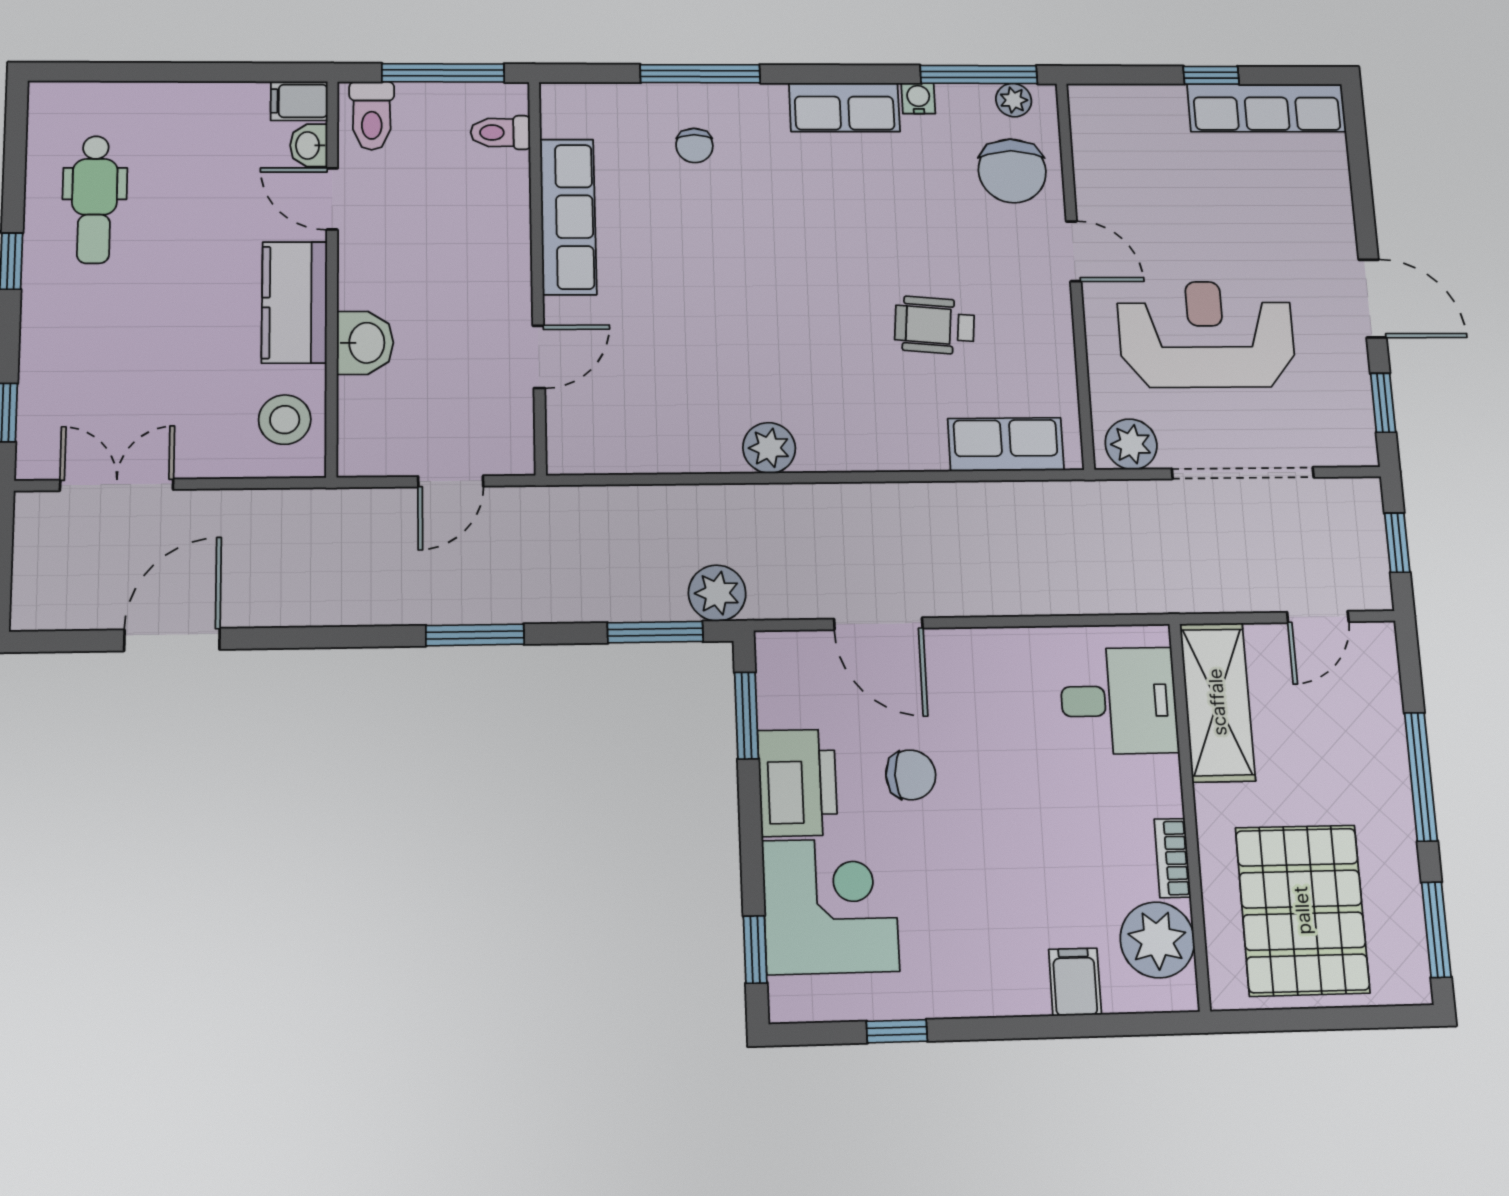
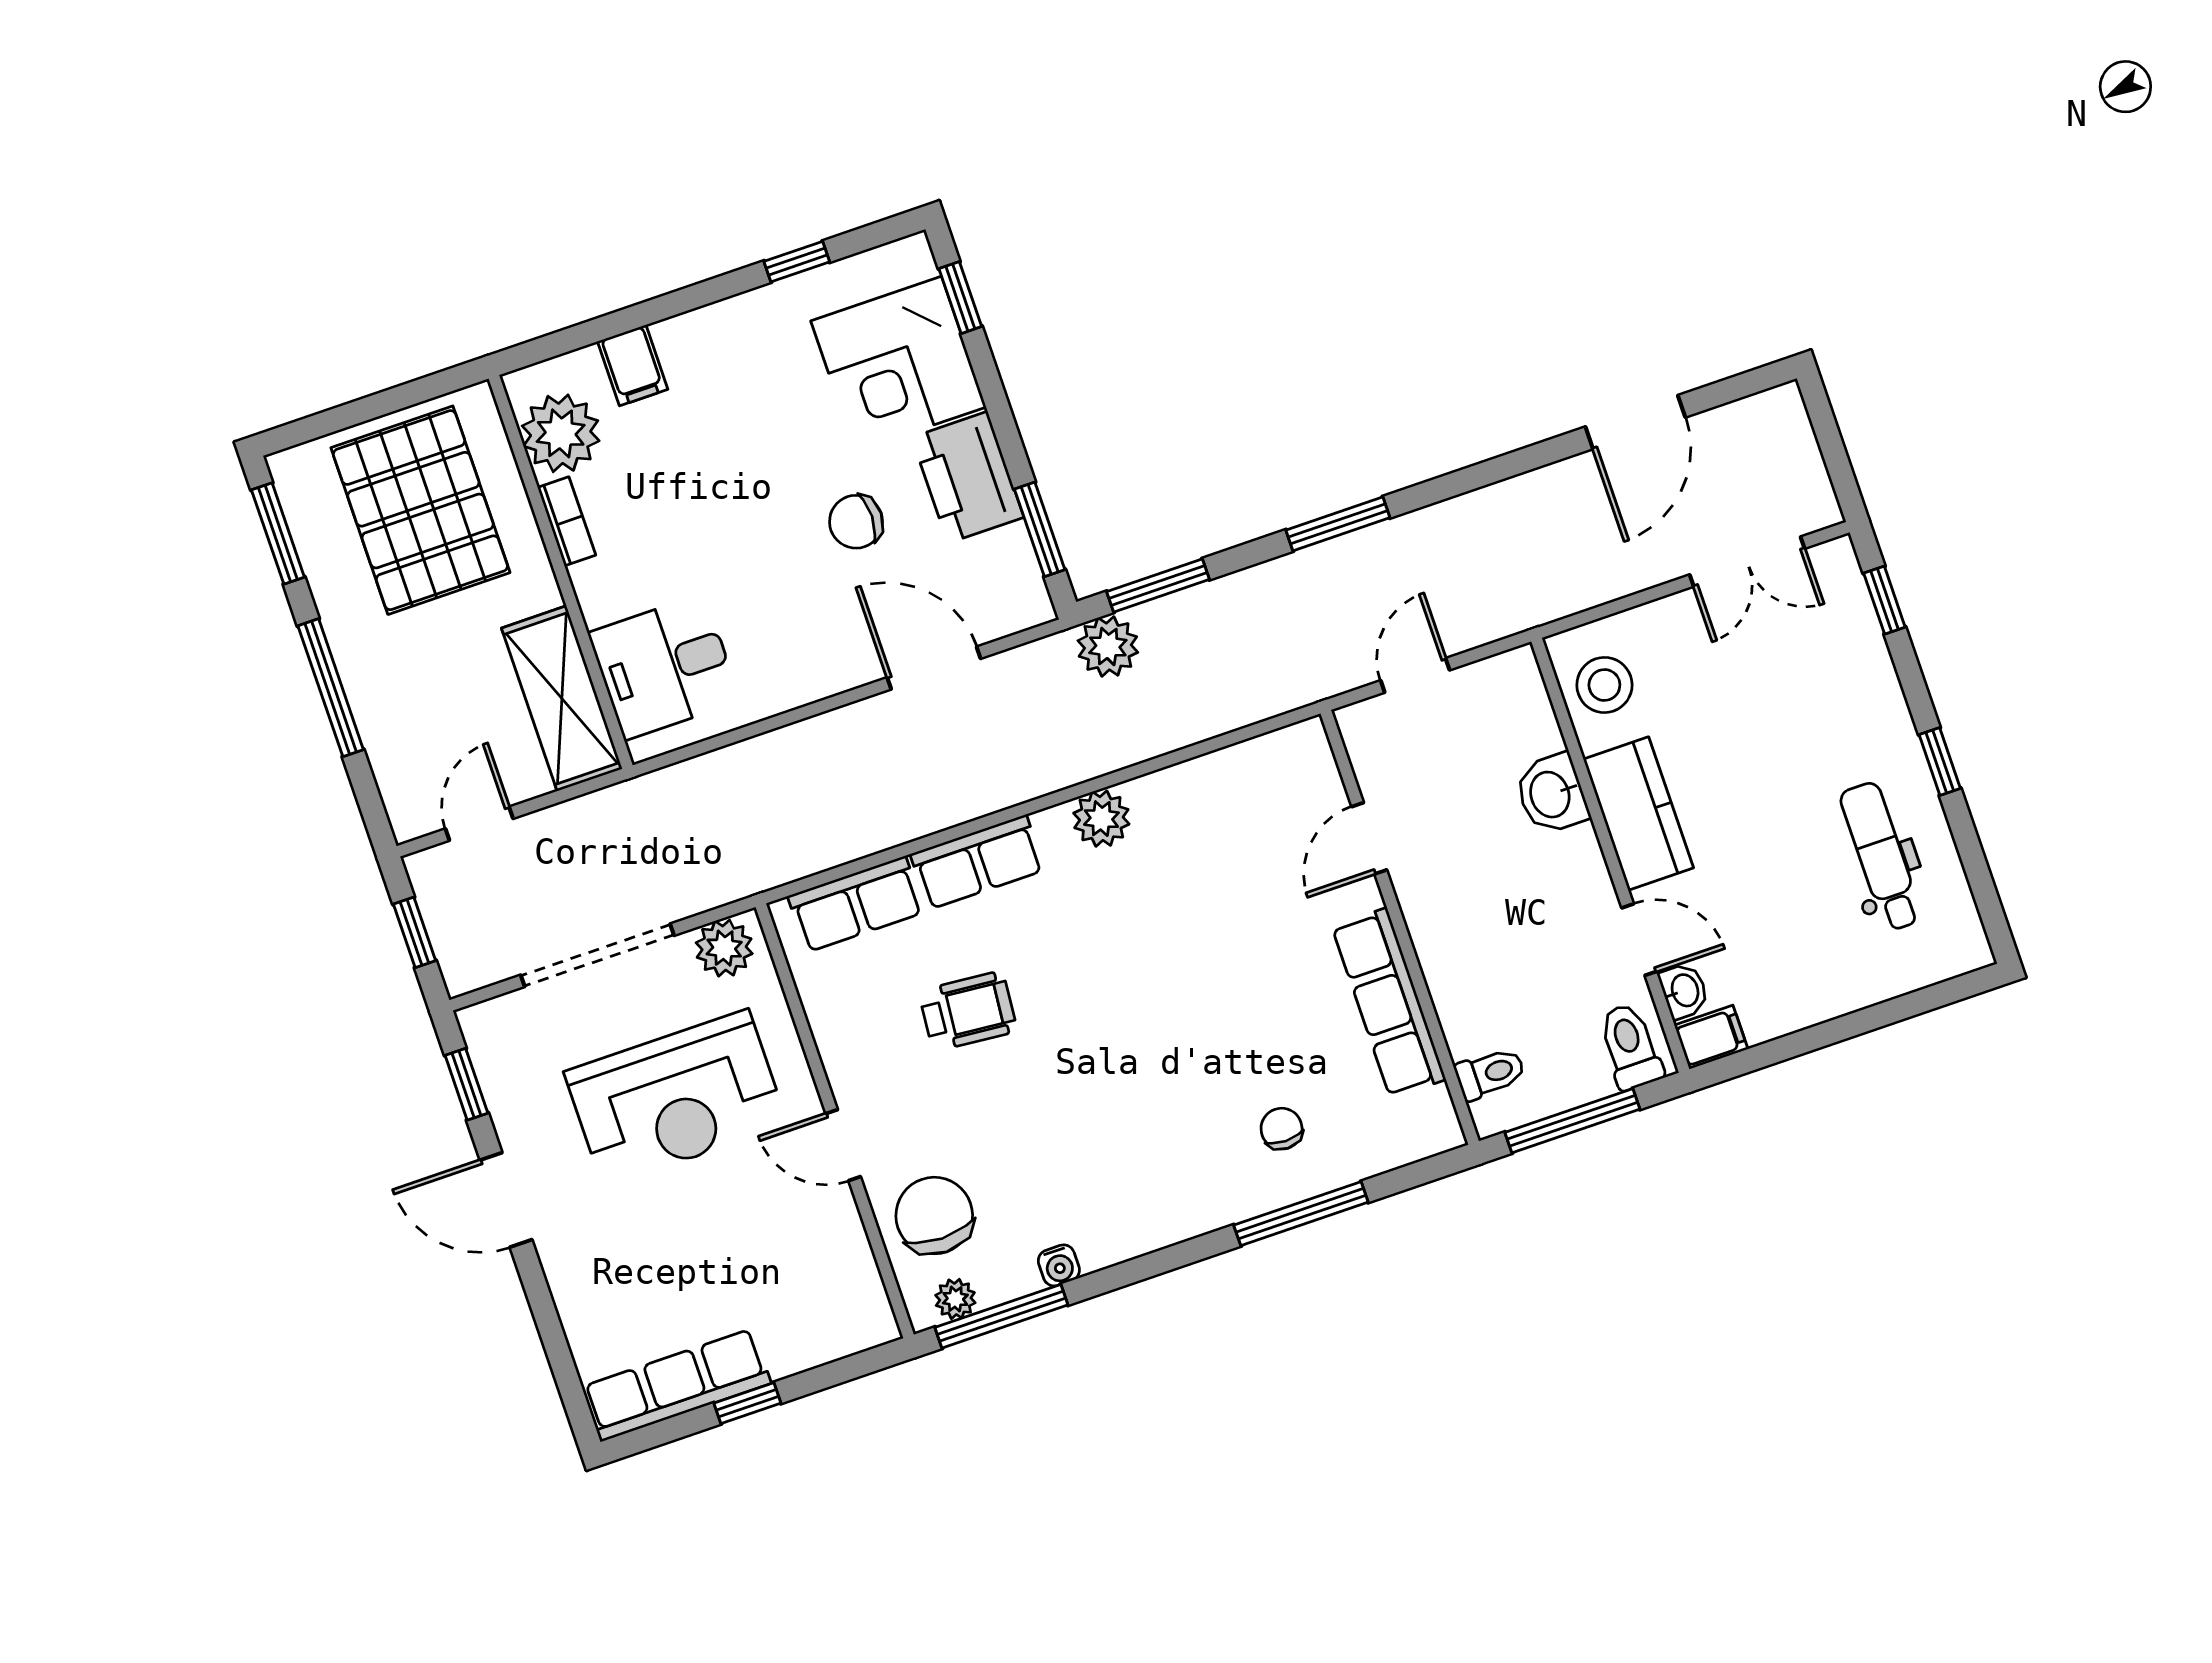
row of seats: (844, 107) -> (978, 862), moved, turned 180

